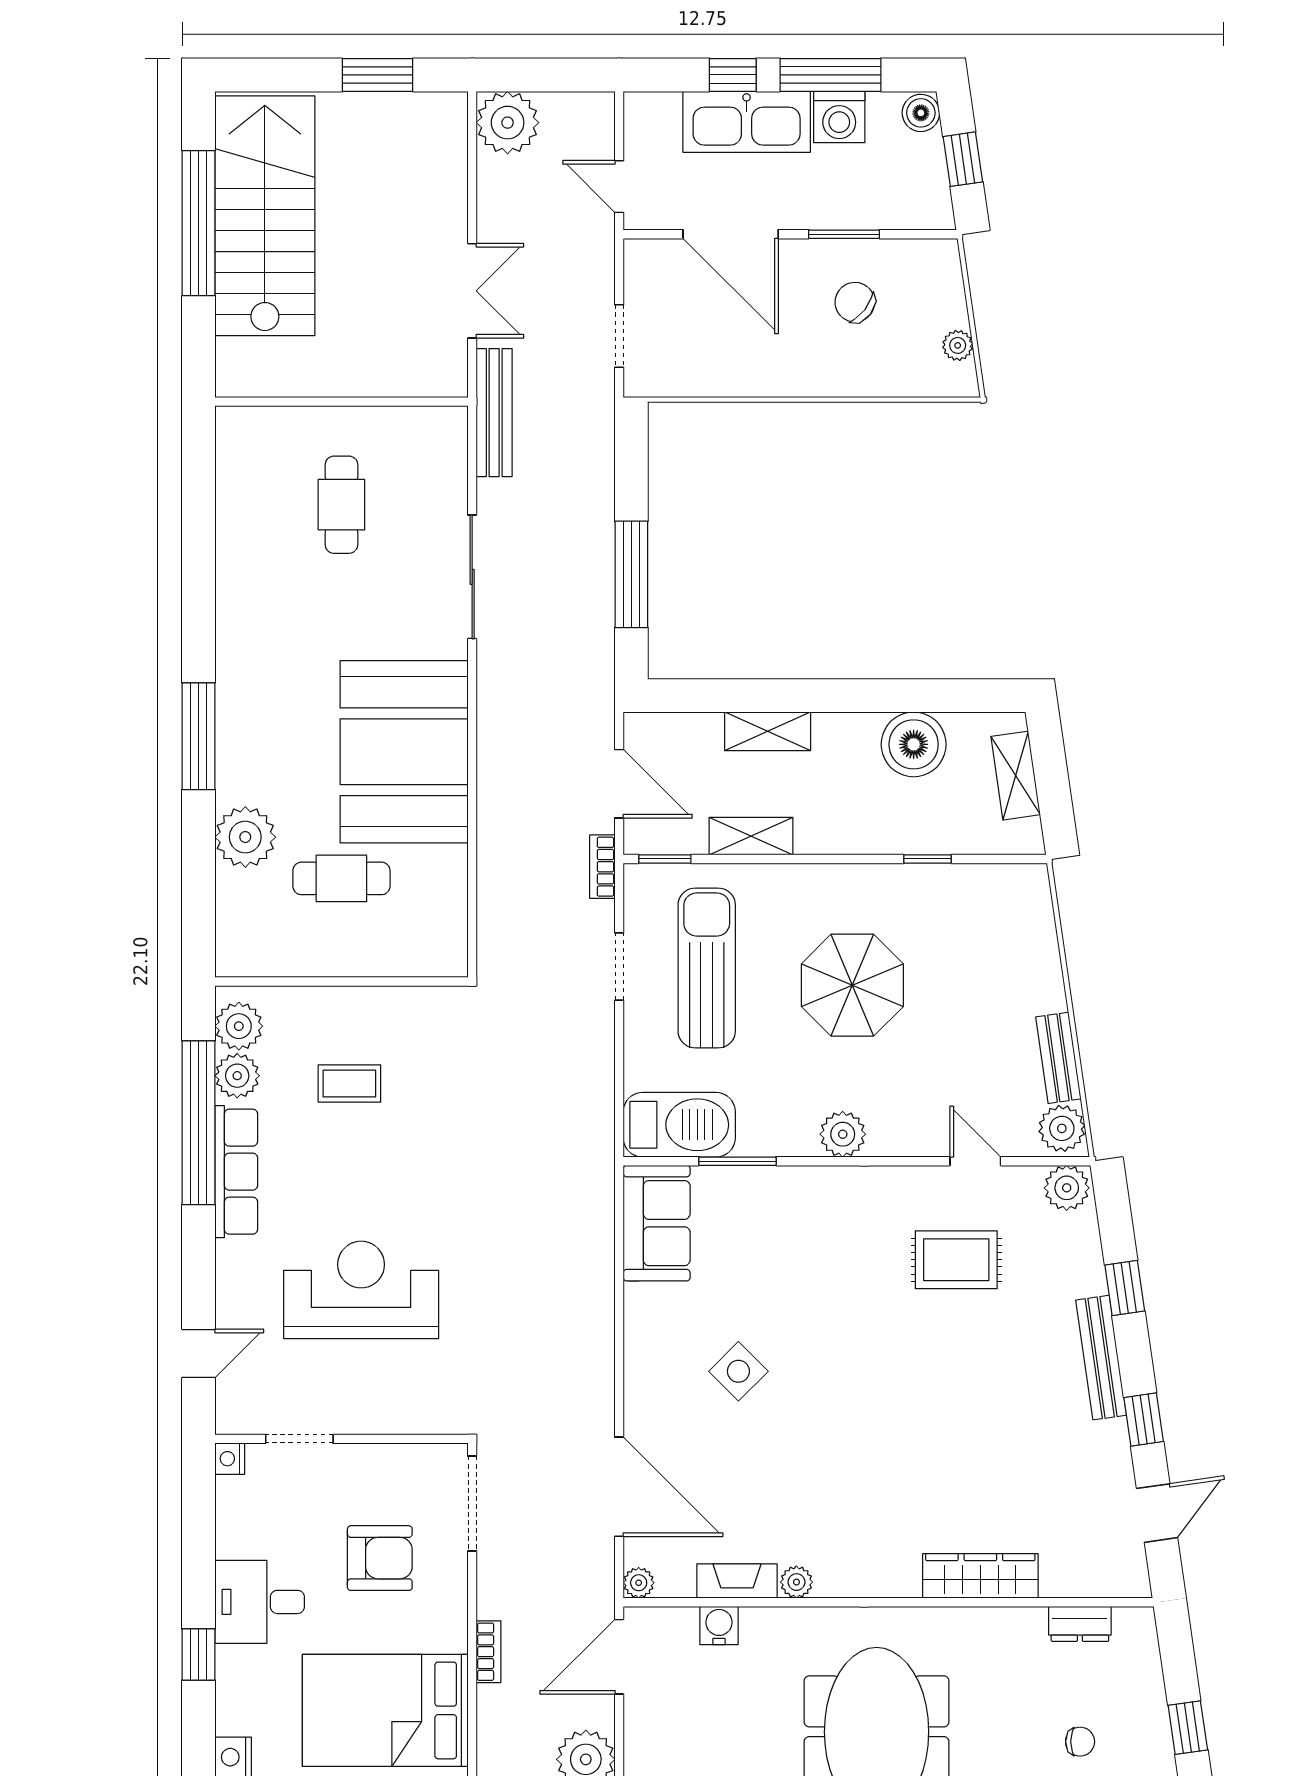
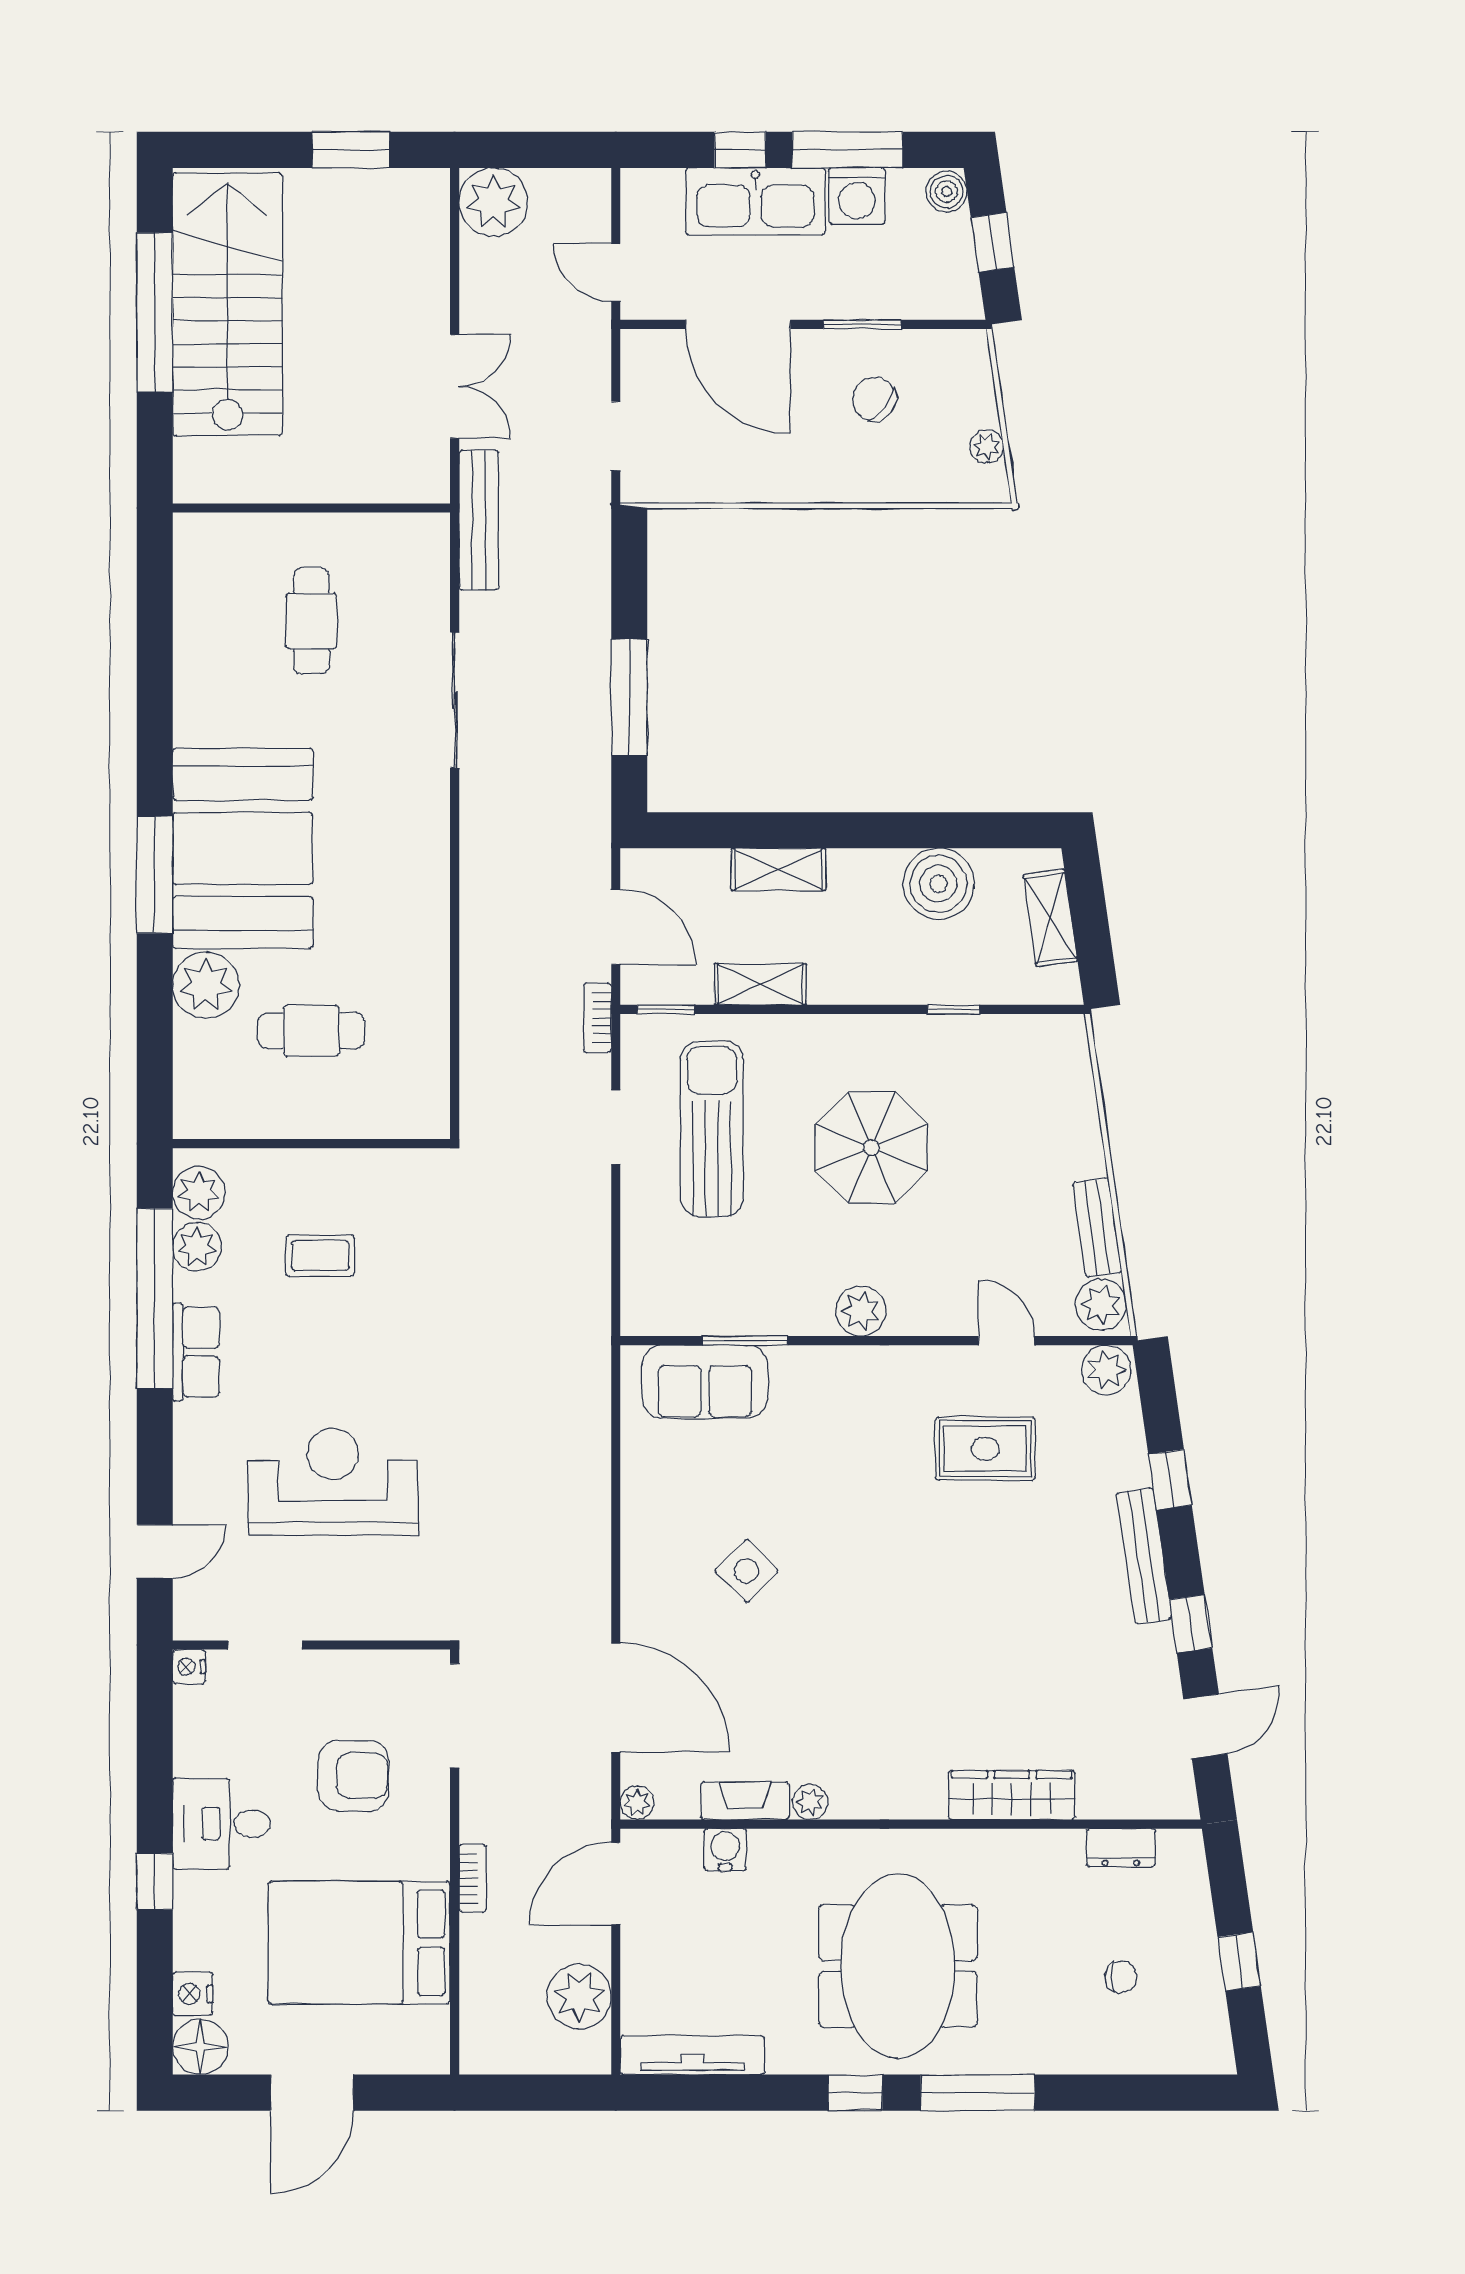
booth: (404, 752) -> (243, 848), moved
barbecue: (679, 1125) -> (682, 1301), removed
row of seats: (236, 1172) -> (196, 1352), width x0.68
sofa: (657, 1223) -> (705, 1382), moved, turned 90

